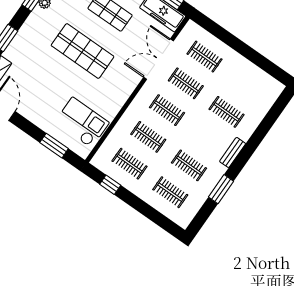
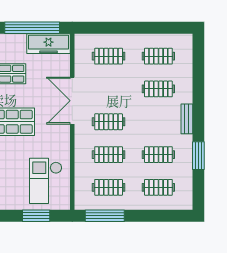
double door: (159, 59) -> (72, 101), moved
clothes rail: (186, 83) -> (158, 56), moved
checkout: (82, 122) -> (46, 181), turned -90
window: (110, 185) -> (105, 216), width x2.17

